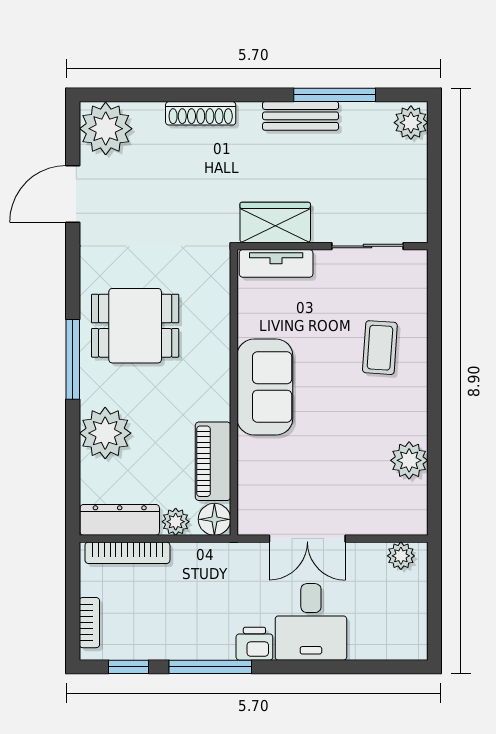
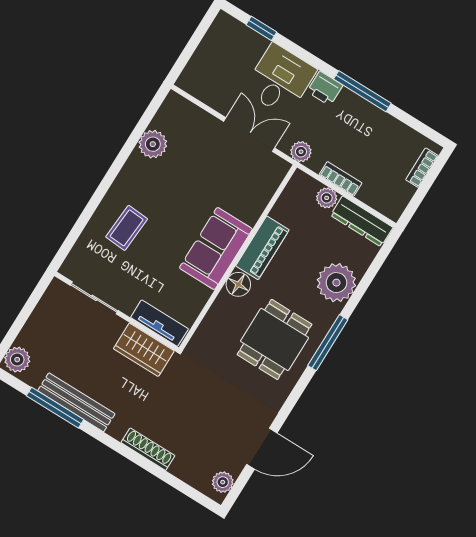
bench: (301, 116) -> (76, 402), width x1.36
plant: (106, 129) -> (223, 482), width x0.53, depth x0.53
dining table: (135, 326) -> (275, 339), turned 90
piano: (213, 461) -> (262, 248), moved
floor lamp: (214, 519) -> (238, 284), moved
bookcase: (127, 553) -> (340, 179), moved, width x0.64
plant: (401, 556) -> (301, 152), moved
window: (128, 667) -> (261, 28), moved

